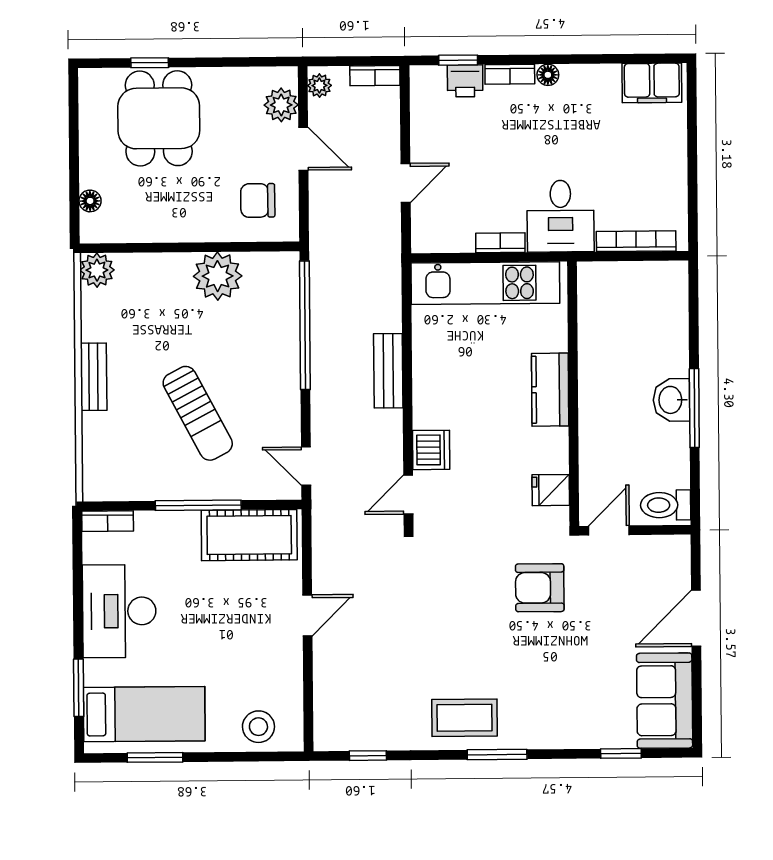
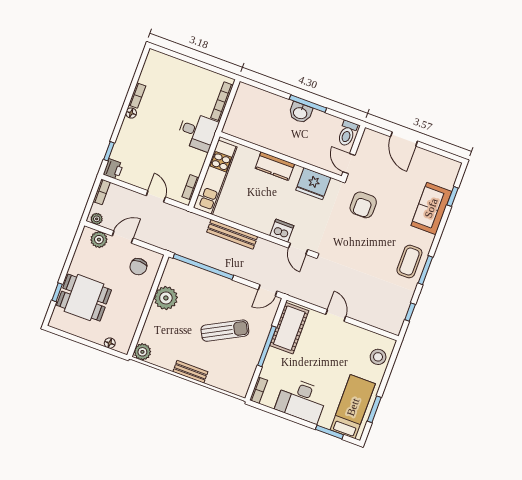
bookcase: (510, 74) -> (137, 96), moved
printer: (465, 81) -> (113, 169), moved
filing cabinet: (652, 83) -> (153, 67), removed
bookcase: (500, 243) -> (191, 187), moved
bench: (388, 371) -> (232, 234), width x1.36
fridge: (551, 490) -> (313, 184), width x1.88, depth x1.34
sofa: (665, 701) -> (431, 208), moved, turned 90
window: (497, 754) -> (425, 270), moved

